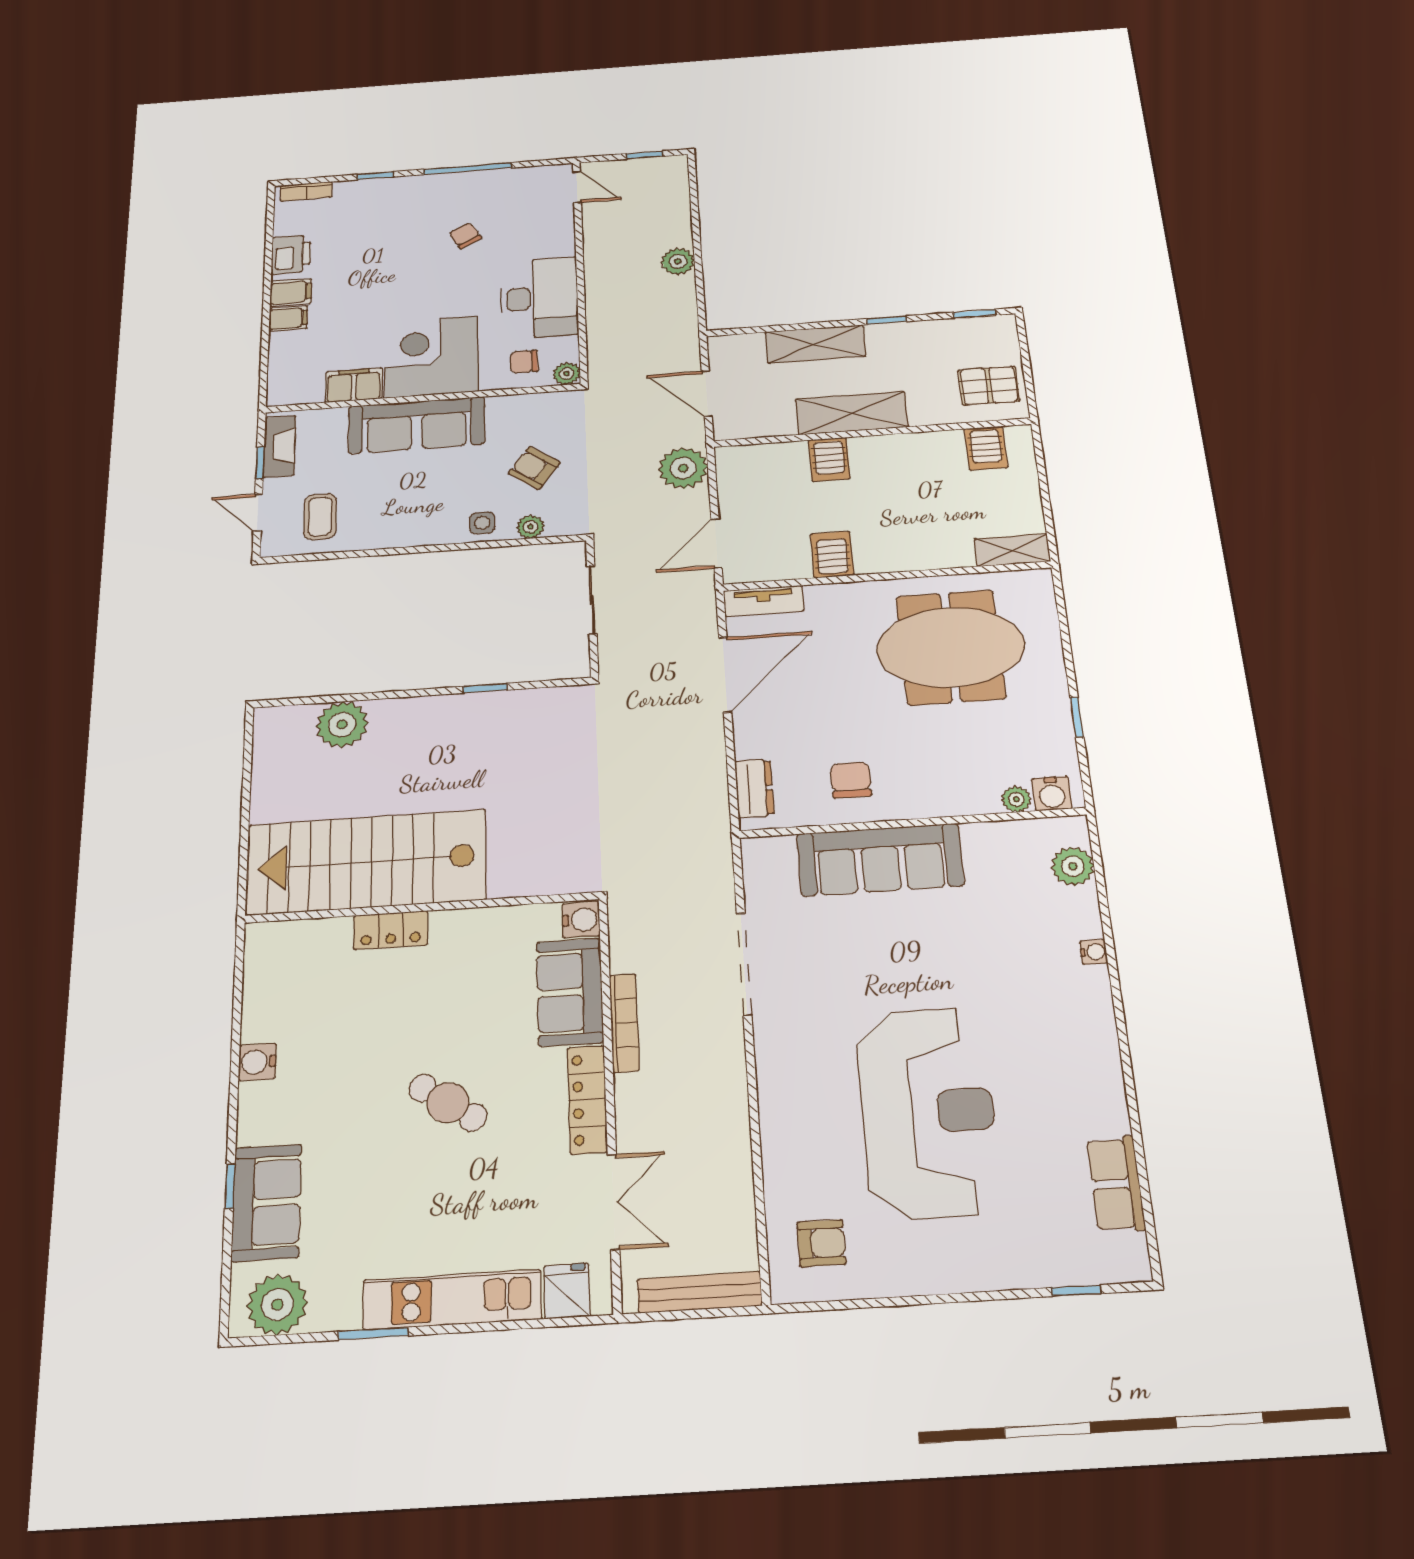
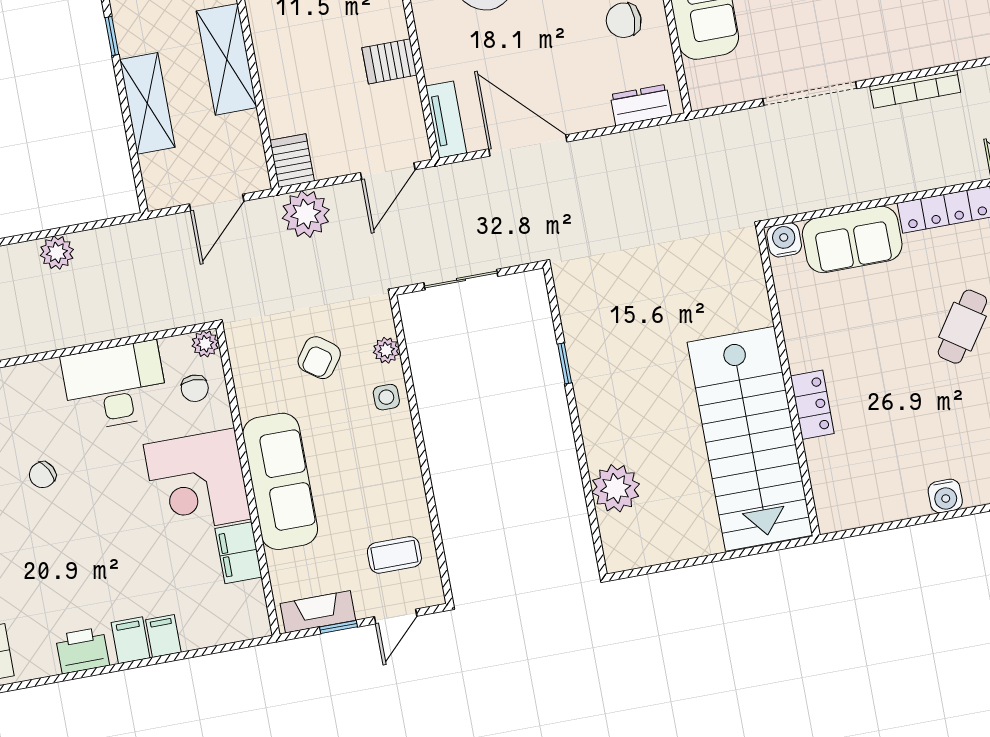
server rack: (829, 459) -> (292, 161), moved, turned -90
door: (717, 543) -> (388, 171), hinge flipped
bookcase: (624, 1023) -> (915, 89), moved, turned 180

